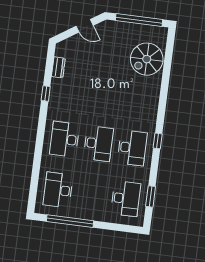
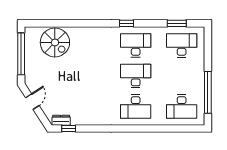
dresser: (58, 67) -> (61, 120), moved
window: (46, 94) -> (69, 129), moved

